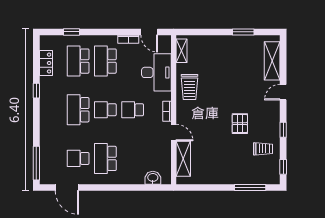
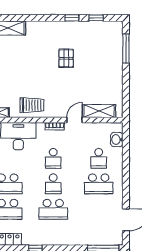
door: (283, 92) -> (37, 18), removed
pallet: (240, 124) -> (66, 58), turned 90
trolley: (263, 149) -> (90, 37), removed
school desk: (78, 158) -> (99, 158), moved
window: (283, 167) -> (96, 18), moved

